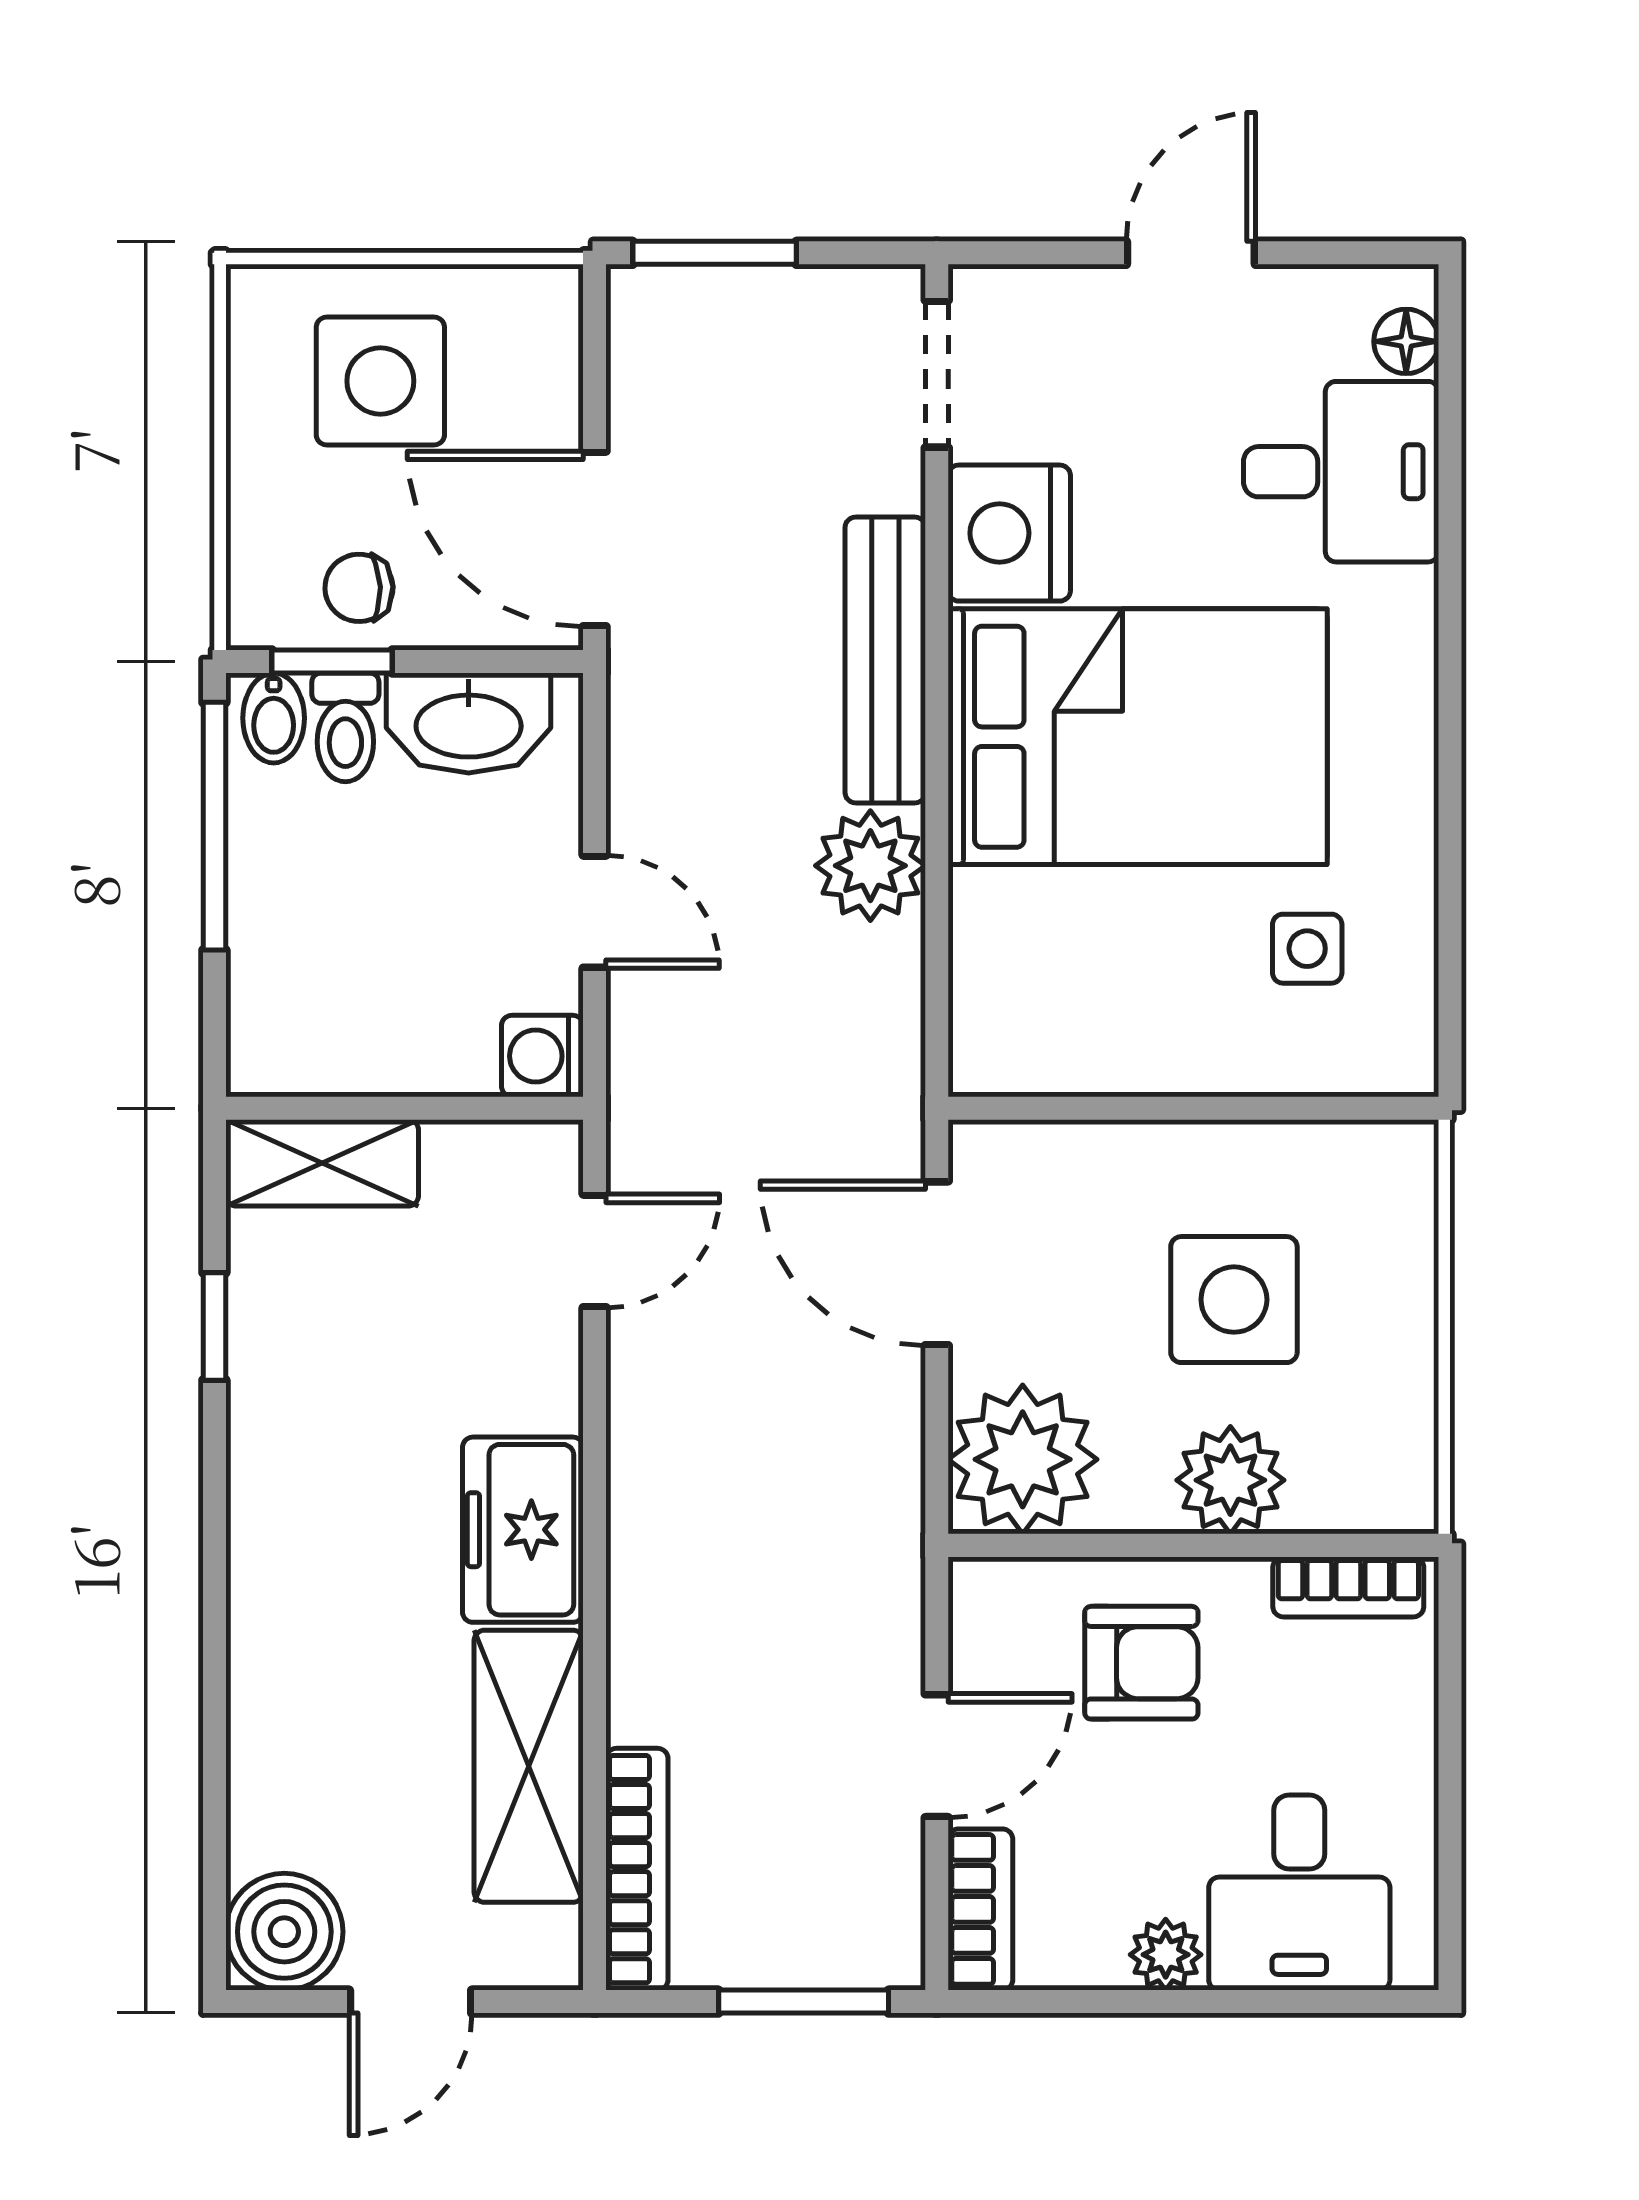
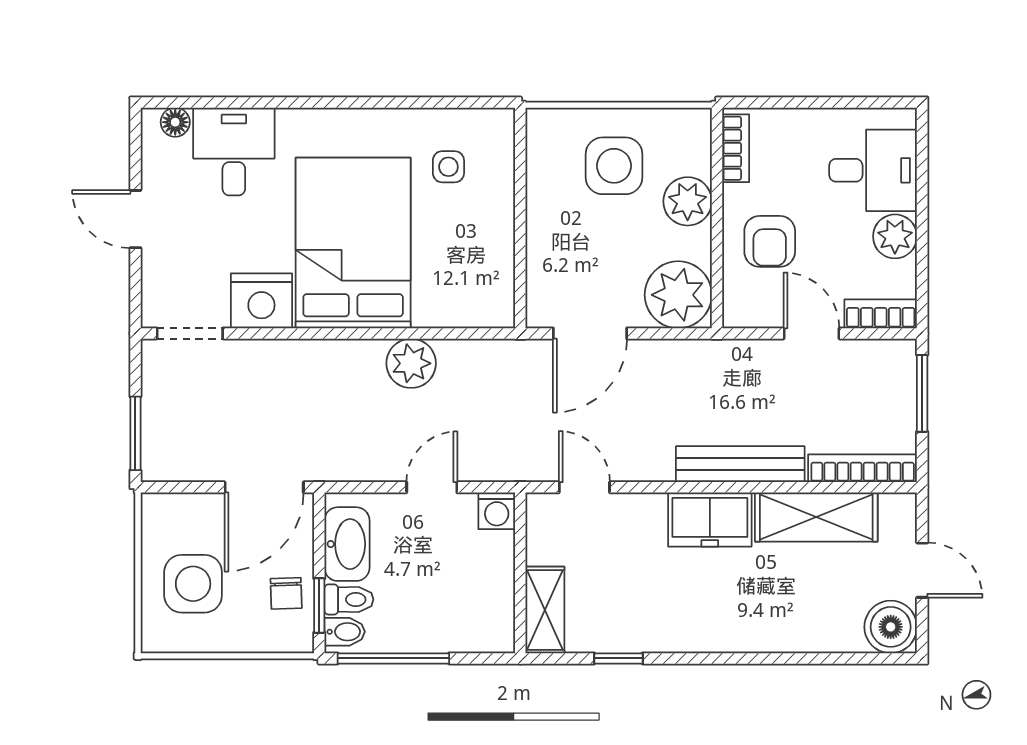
bench: (885, 660) -> (740, 464), moved
side table: (1234, 1300) -> (614, 166), moved
armchair: (1141, 1663) -> (770, 241), turned 180
plant: (1166, 1955) -> (895, 236), width x1.38, depth x1.38

